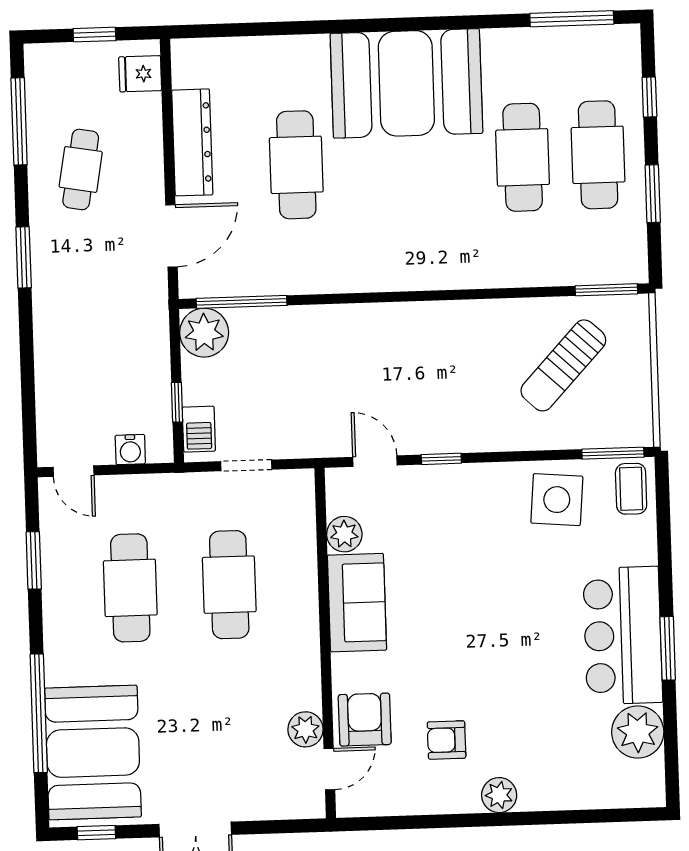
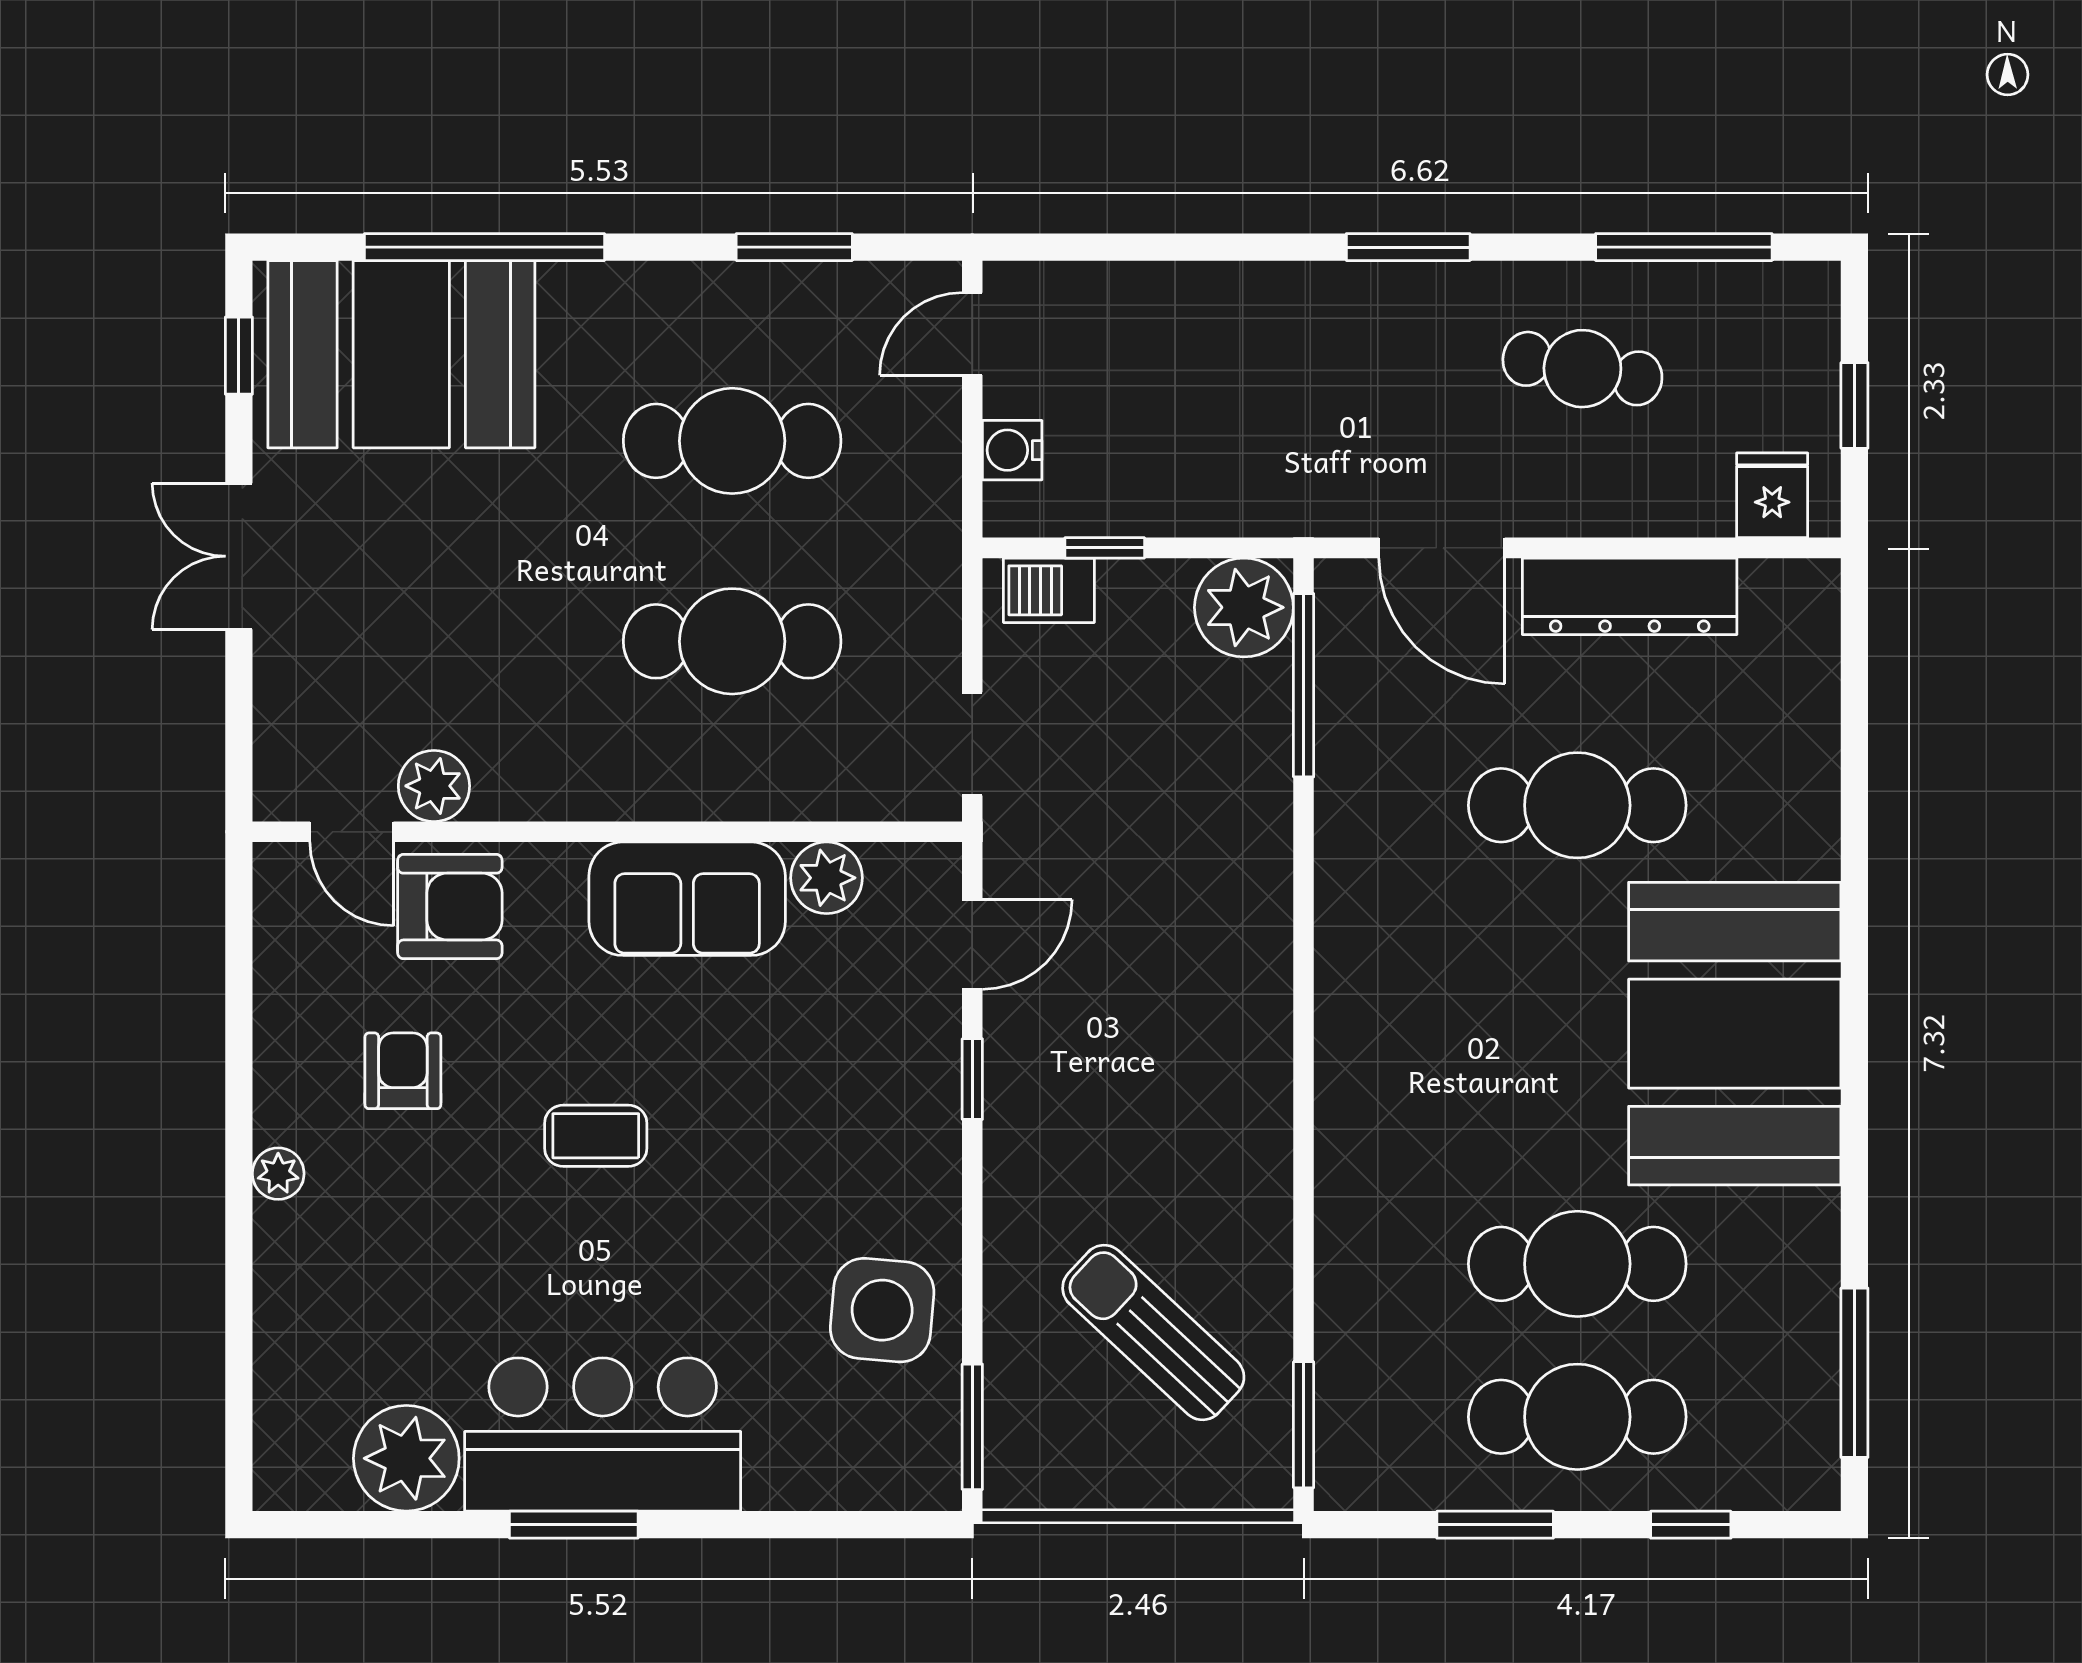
doorway: (246, 465) -> (972, 744), moved
coffee table: (631, 489) -> (596, 1136), moved
plant: (499, 795) -> (278, 1174), width x0.73, depth x0.73

